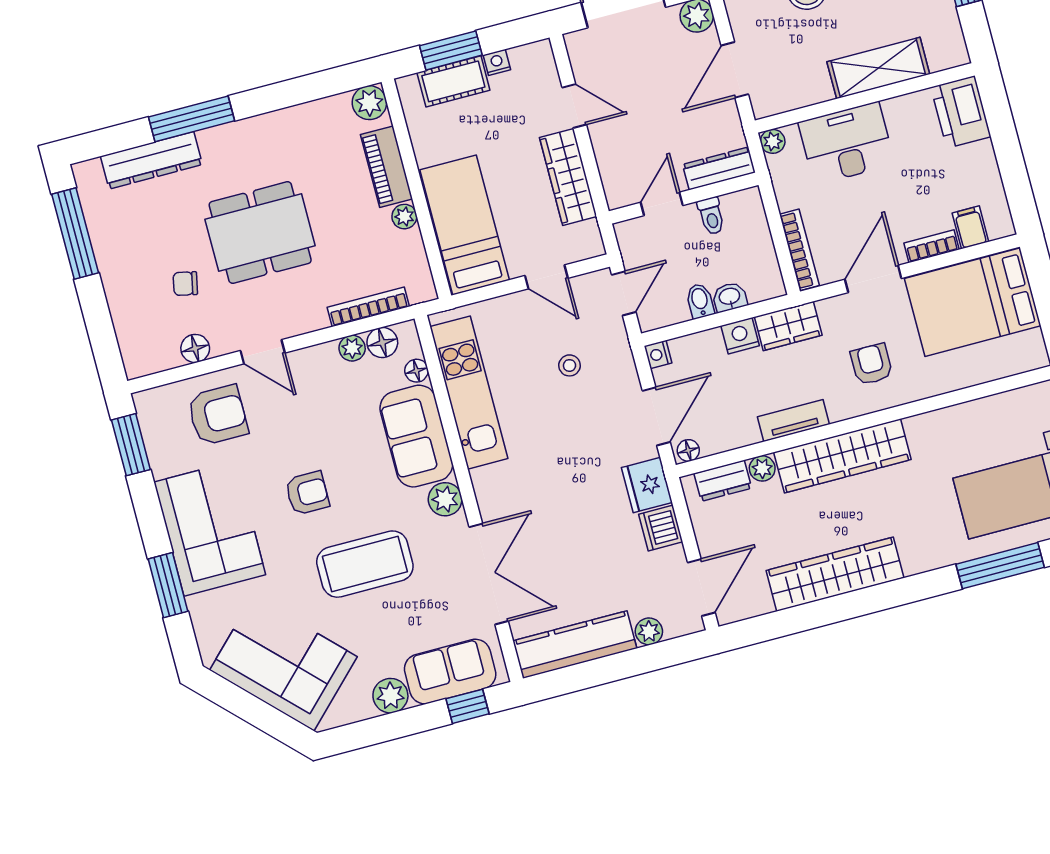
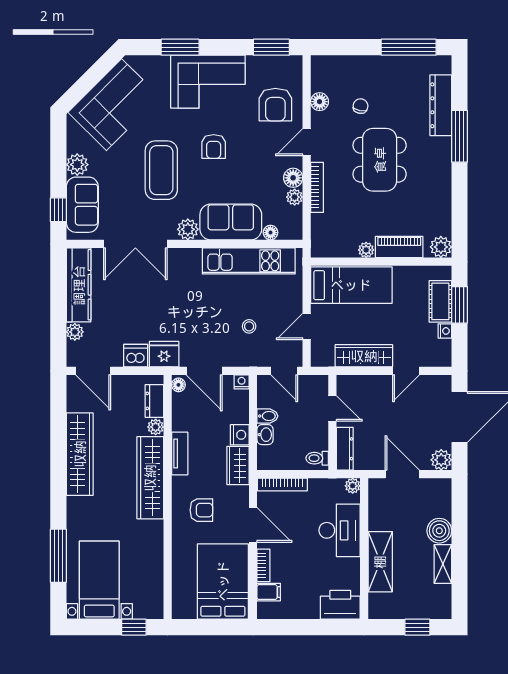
toilet: (711, 216) -> (317, 458), moved
bookcase: (368, 307) -> (317, 187), moved
floor lamp: (382, 342) -> (293, 178), moved

